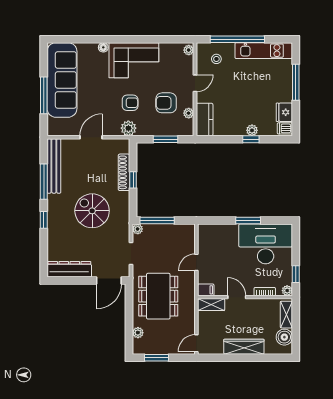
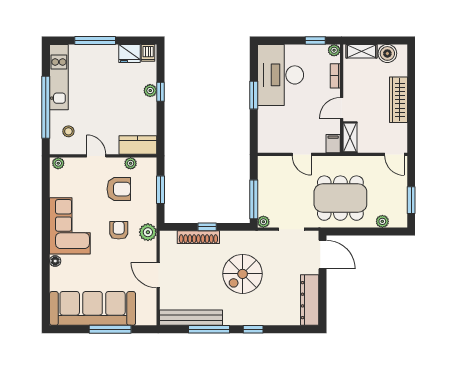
armchair: (166, 103) -> (119, 189), turned -90

